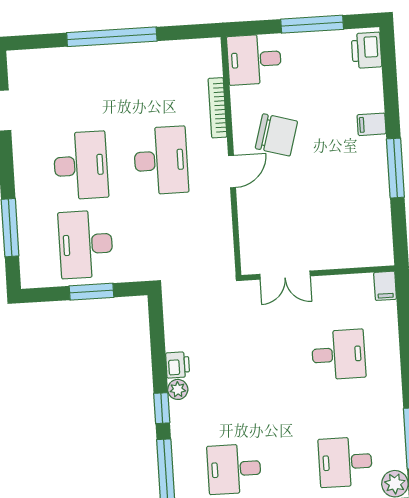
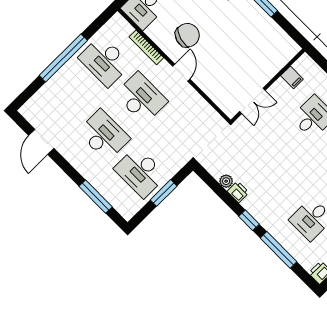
desk: (156, 82) -> (105, 61), added
filing cabinet: (385, 286) -> (292, 77), moved
plant: (178, 389) -> (226, 181), moved

